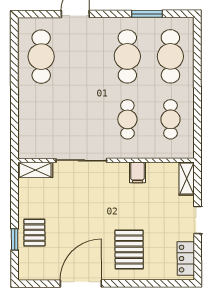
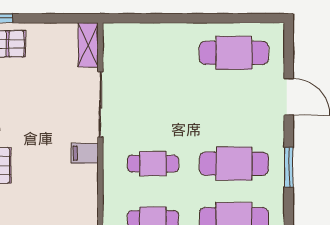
window: (147, 14) -> (289, 167), moved
filing cabinet: (137, 172) -> (85, 153), moved

